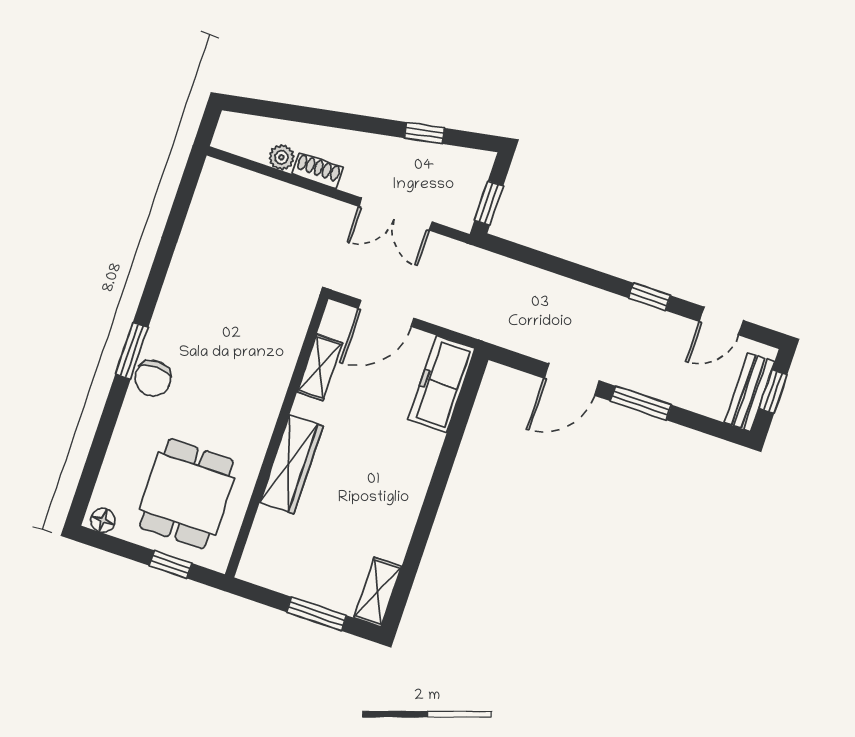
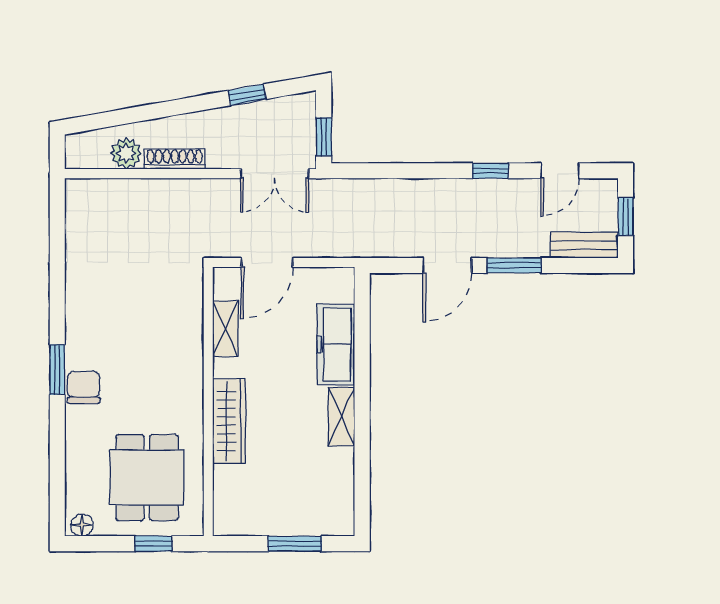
plant: (282, 157) -> (126, 154), width x1.38, depth x1.38
shoe rack: (318, 171) -> (175, 159), width x1.43
double door: (396, 214) -> (275, 174), moved
chair: (153, 378) -> (84, 387), turned 180
freezer: (442, 384) -> (336, 344), moved
bench: (749, 392) -> (584, 245), moved, turned 90
shelving: (378, 592) -> (341, 417), moved

